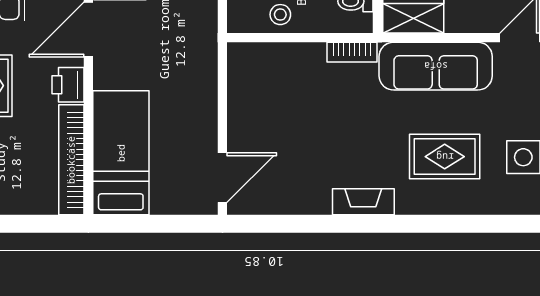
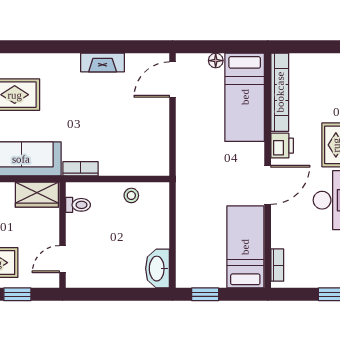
fireplace: (363, 202) -> (103, 63), moved
floor lamp: (161, 205) -> (216, 61), added

